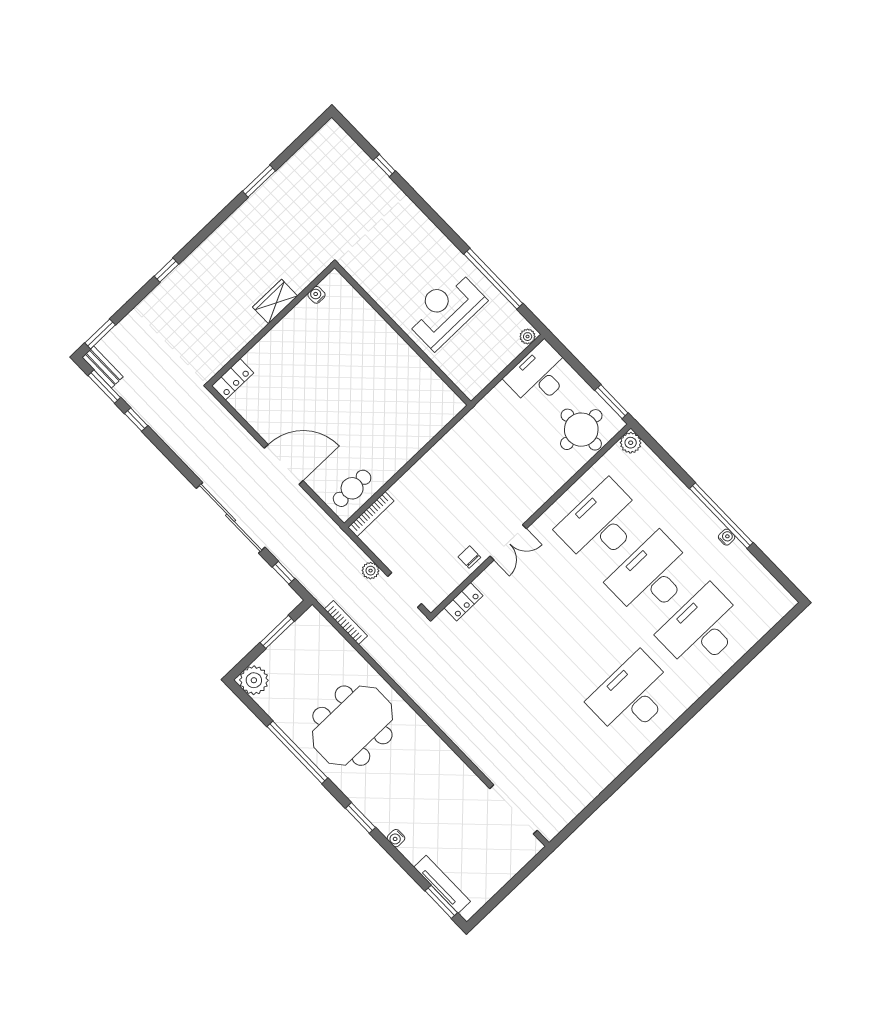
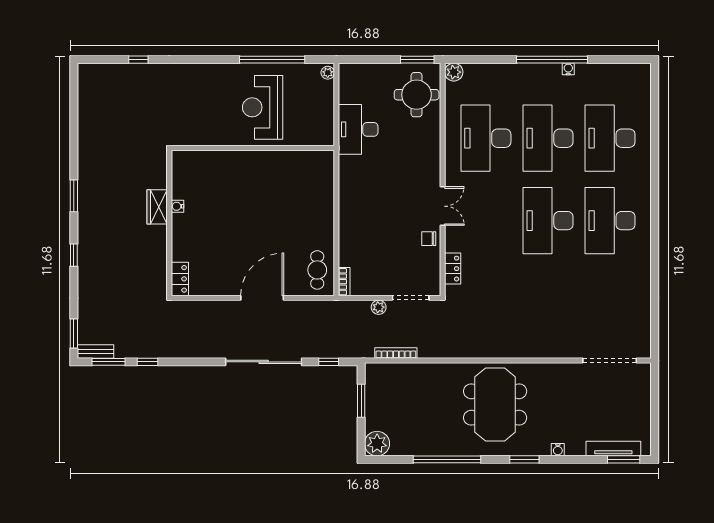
window: (259, 181) -> (74, 196), moved
water cooler: (316, 295) -> (178, 206), moved
desk: (539, 375) -> (358, 129), moved
bookcase: (371, 514) -> (344, 282), width x0.64
desk: (582, 643) -> (548, 221), added
meeting table: (352, 726) -> (495, 404), moved

